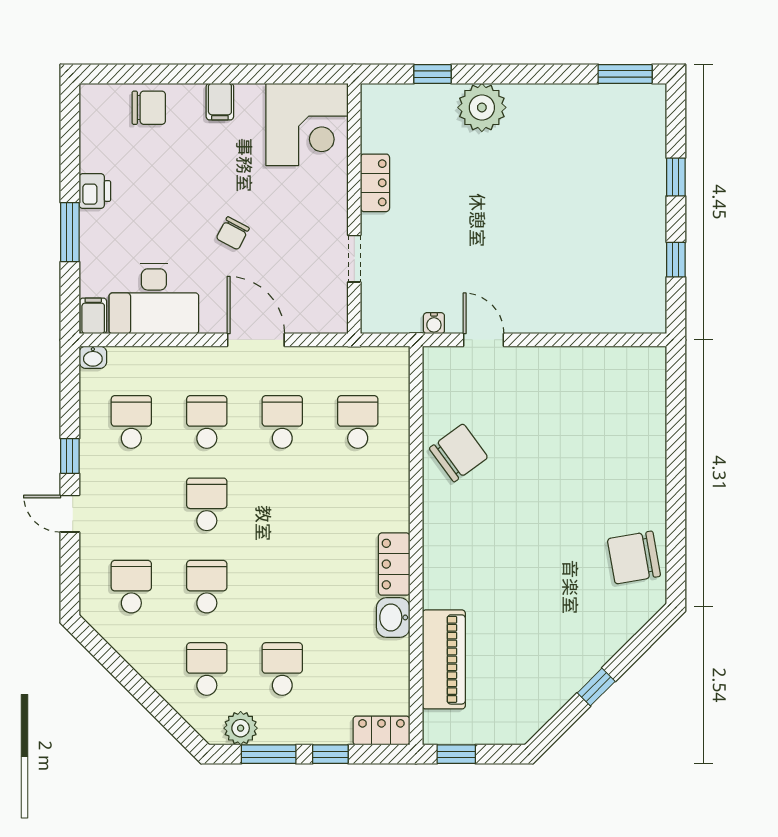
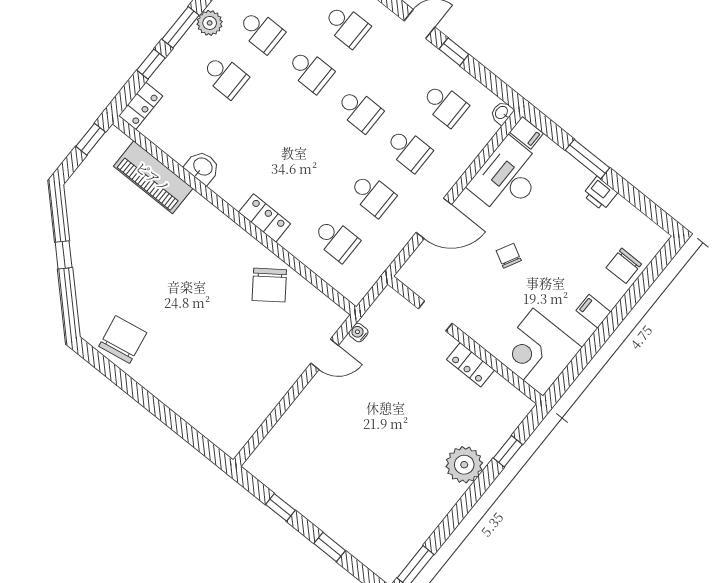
locker: (394, 564) -> (265, 218), moved

